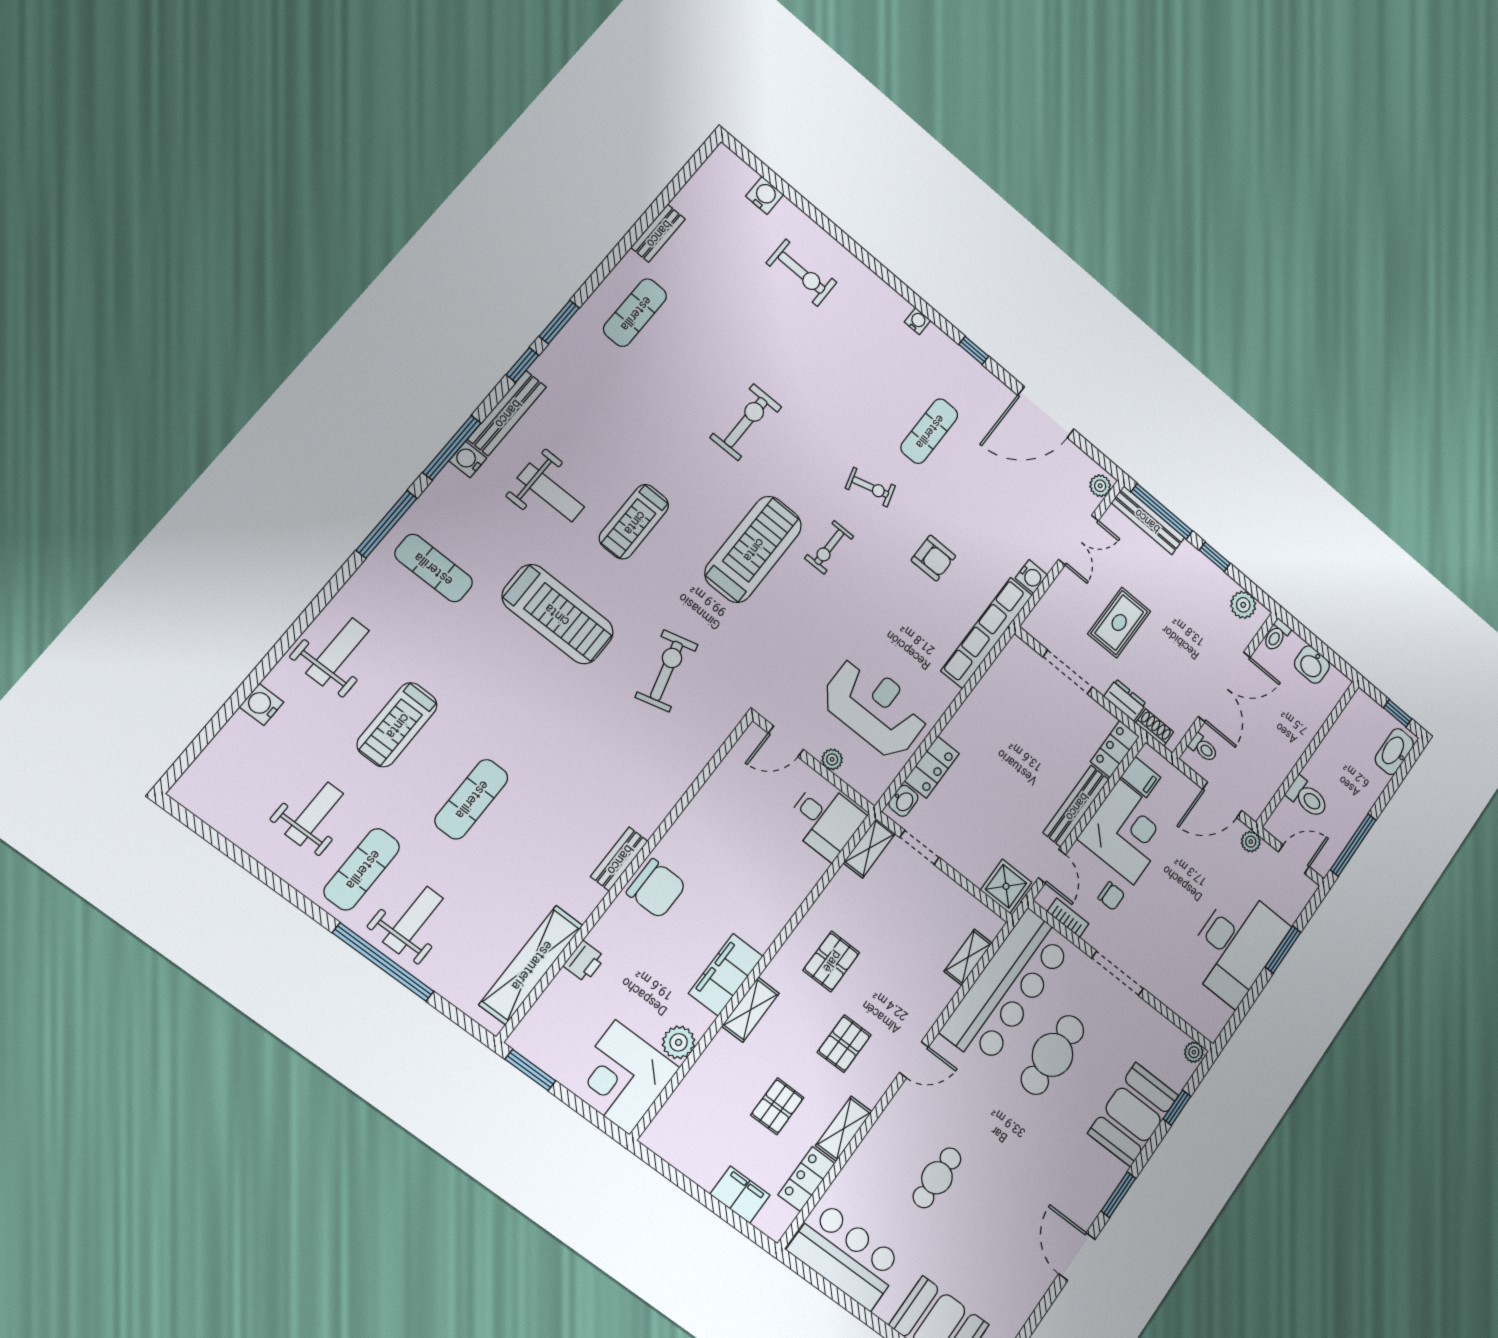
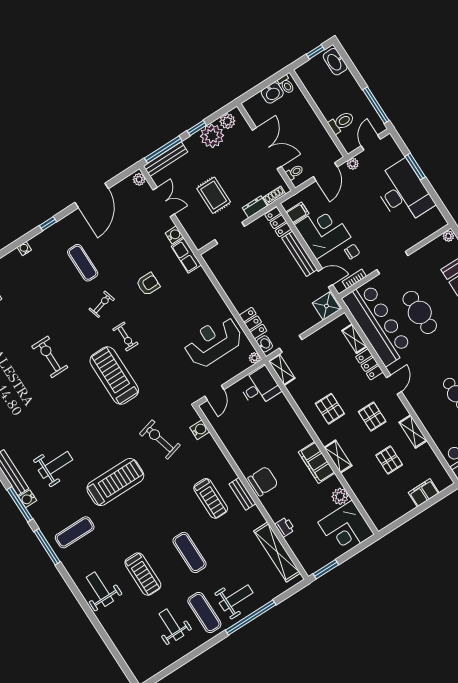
treadmill: (634, 522) -> (211, 498), moved
plant: (1212, 587) -> (212, 136), added
row of seats: (987, 633) -> (186, 256), width x0.50
toilet: (1277, 635) -> (286, 85), moved
water cooler: (262, 704) -> (200, 430), moved, turned 180
plant: (832, 759) -> (255, 358), moved
weight bench: (413, 920) -> (236, 598), turned 90
locker: (806, 1179) -> (369, 364), moved

